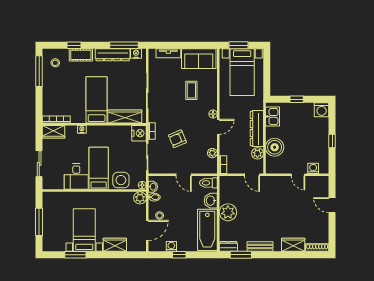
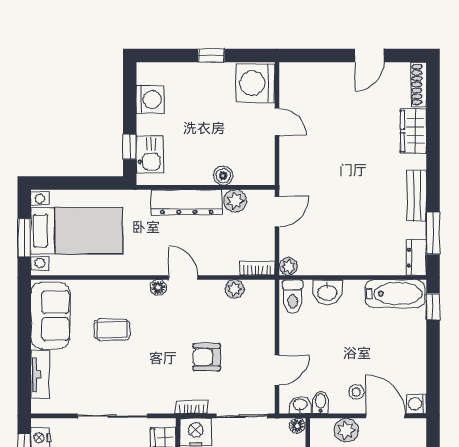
window: (297, 99) -> (130, 147), moved
washing machine: (322, 110) -> (150, 99), moved
kitchen sink: (273, 116) -> (150, 154), moved, turned 90
armchair: (177, 139) -> (207, 357), turned 113
boiler: (275, 147) -> (223, 176), width x0.54, depth x0.54
washing machine: (313, 168) -> (255, 83), width x1.89, depth x1.89
door: (184, 175) -> (277, 370), moved
door: (298, 175) -> (277, 122), hinge flipped
plant: (140, 198) -> (346, 430), moved
door: (332, 205) -> (369, 55), moved
plant: (228, 212) -> (288, 266), moved, width x0.53, depth x0.53
bathtub: (207, 230) -> (395, 294), width x0.73, depth x0.73
washing machine: (171, 246) -> (417, 404), moved
window: (179, 255) -> (433, 307), moved

